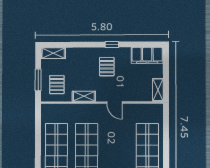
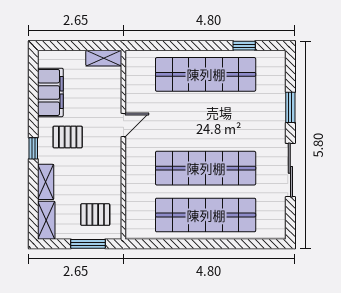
window: (112, 44) -> (33, 148), moved
filing cabinet: (147, 55) -> (50, 92), moved
shelving: (84, 96) -> (46, 182), moved

